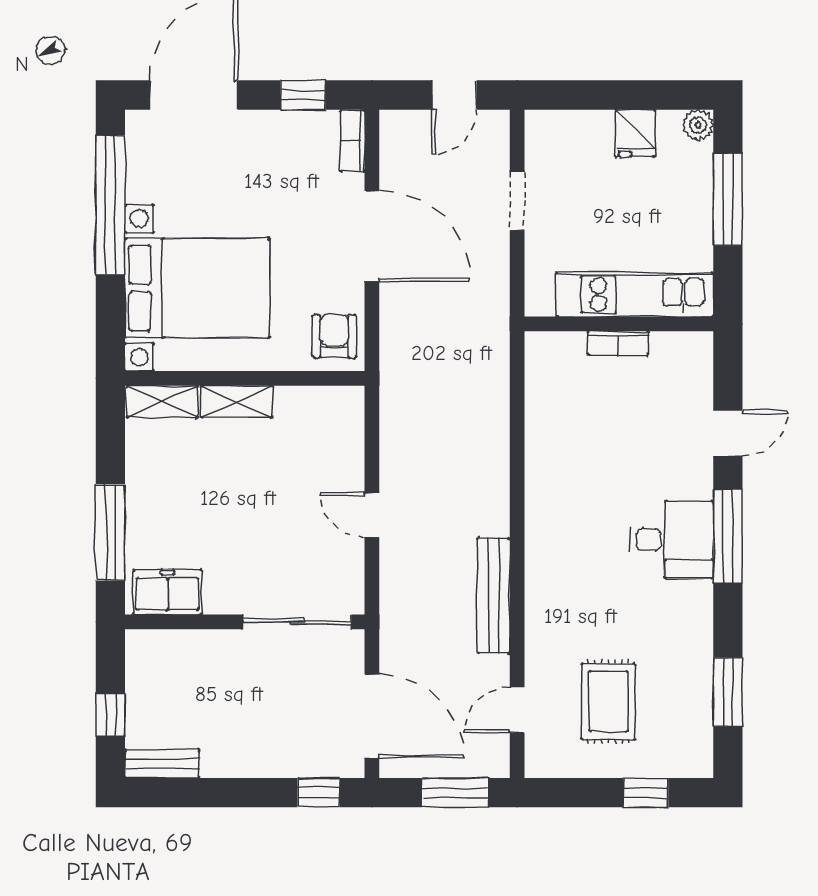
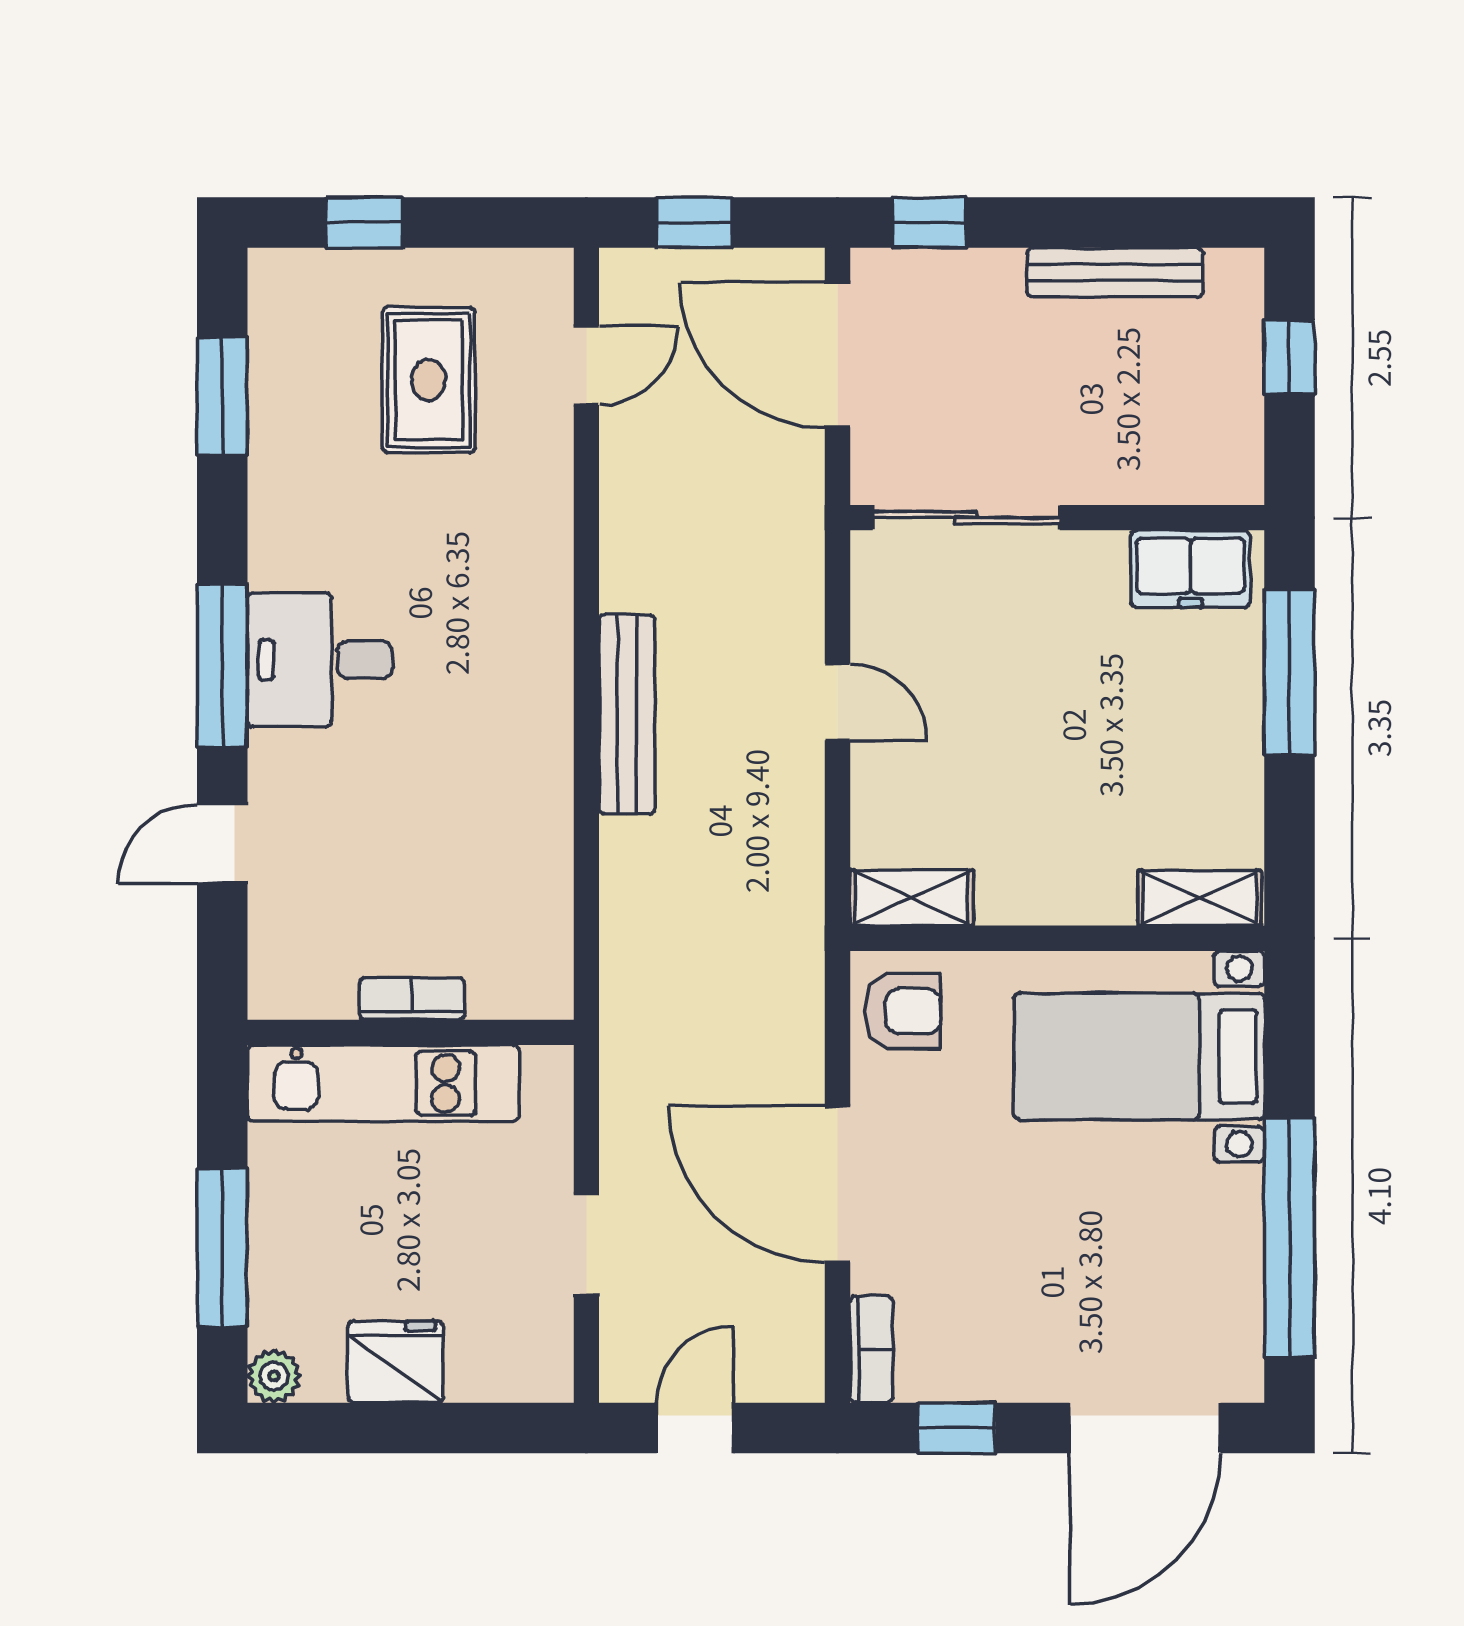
fridge: (635, 133) -> (396, 1362), width x1.38
bed with nightstands: (197, 288) -> (1139, 1056), width x0.73
armchair: (334, 336) -> (903, 1011), turned -90
shelving: (237, 402) -> (912, 898), moved
bench: (494, 595) -> (627, 714), moved
bench: (162, 764) -> (1115, 272), moved, width x1.36
window: (455, 793) -> (694, 223), width x0.67

